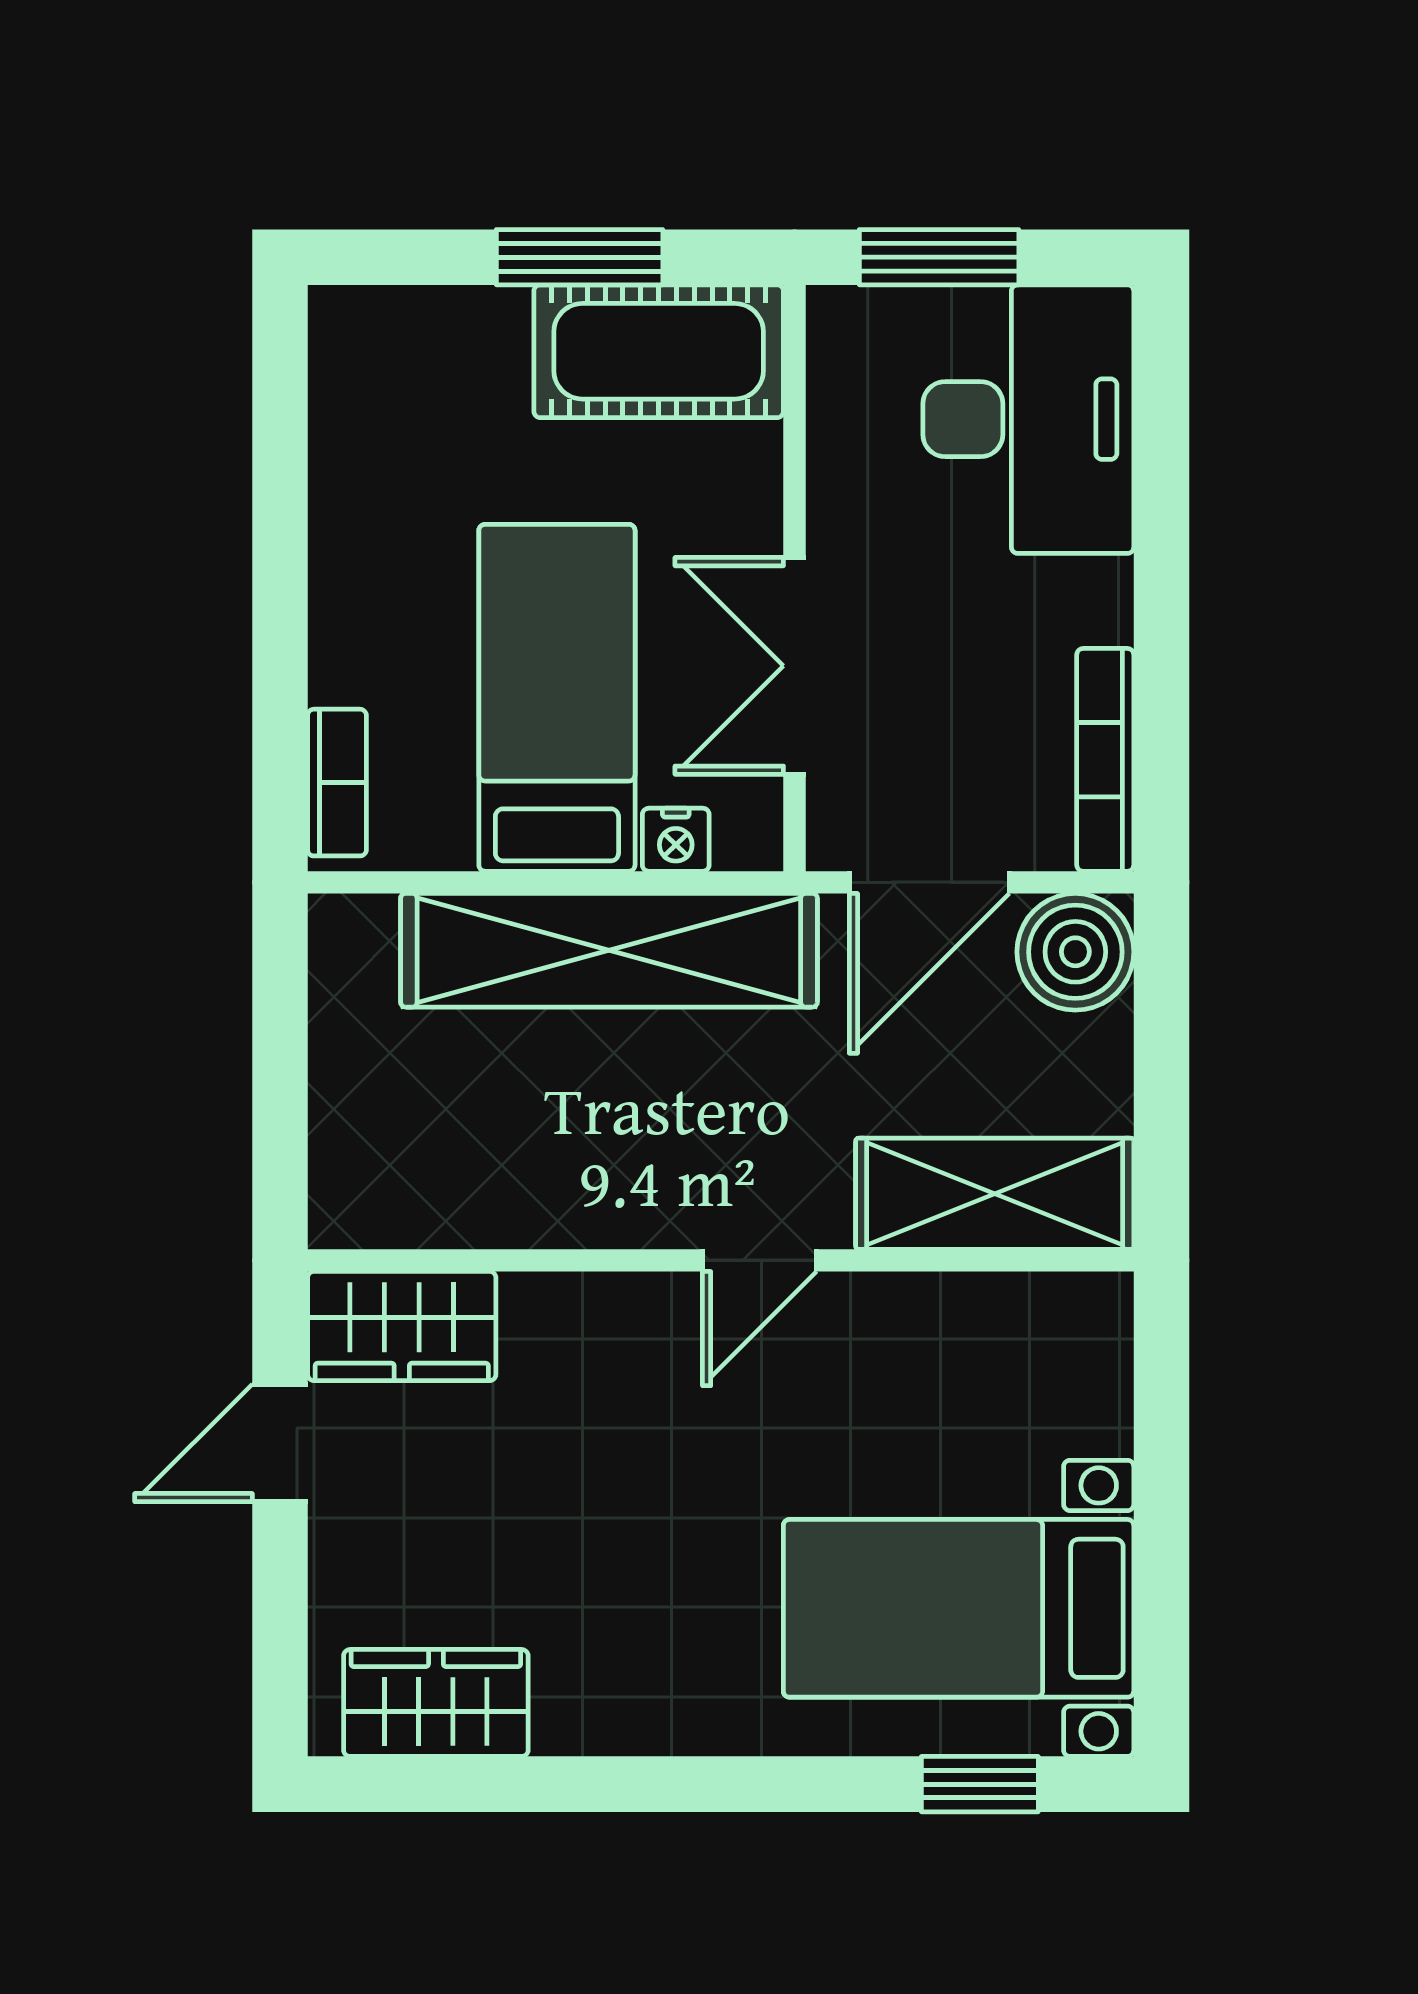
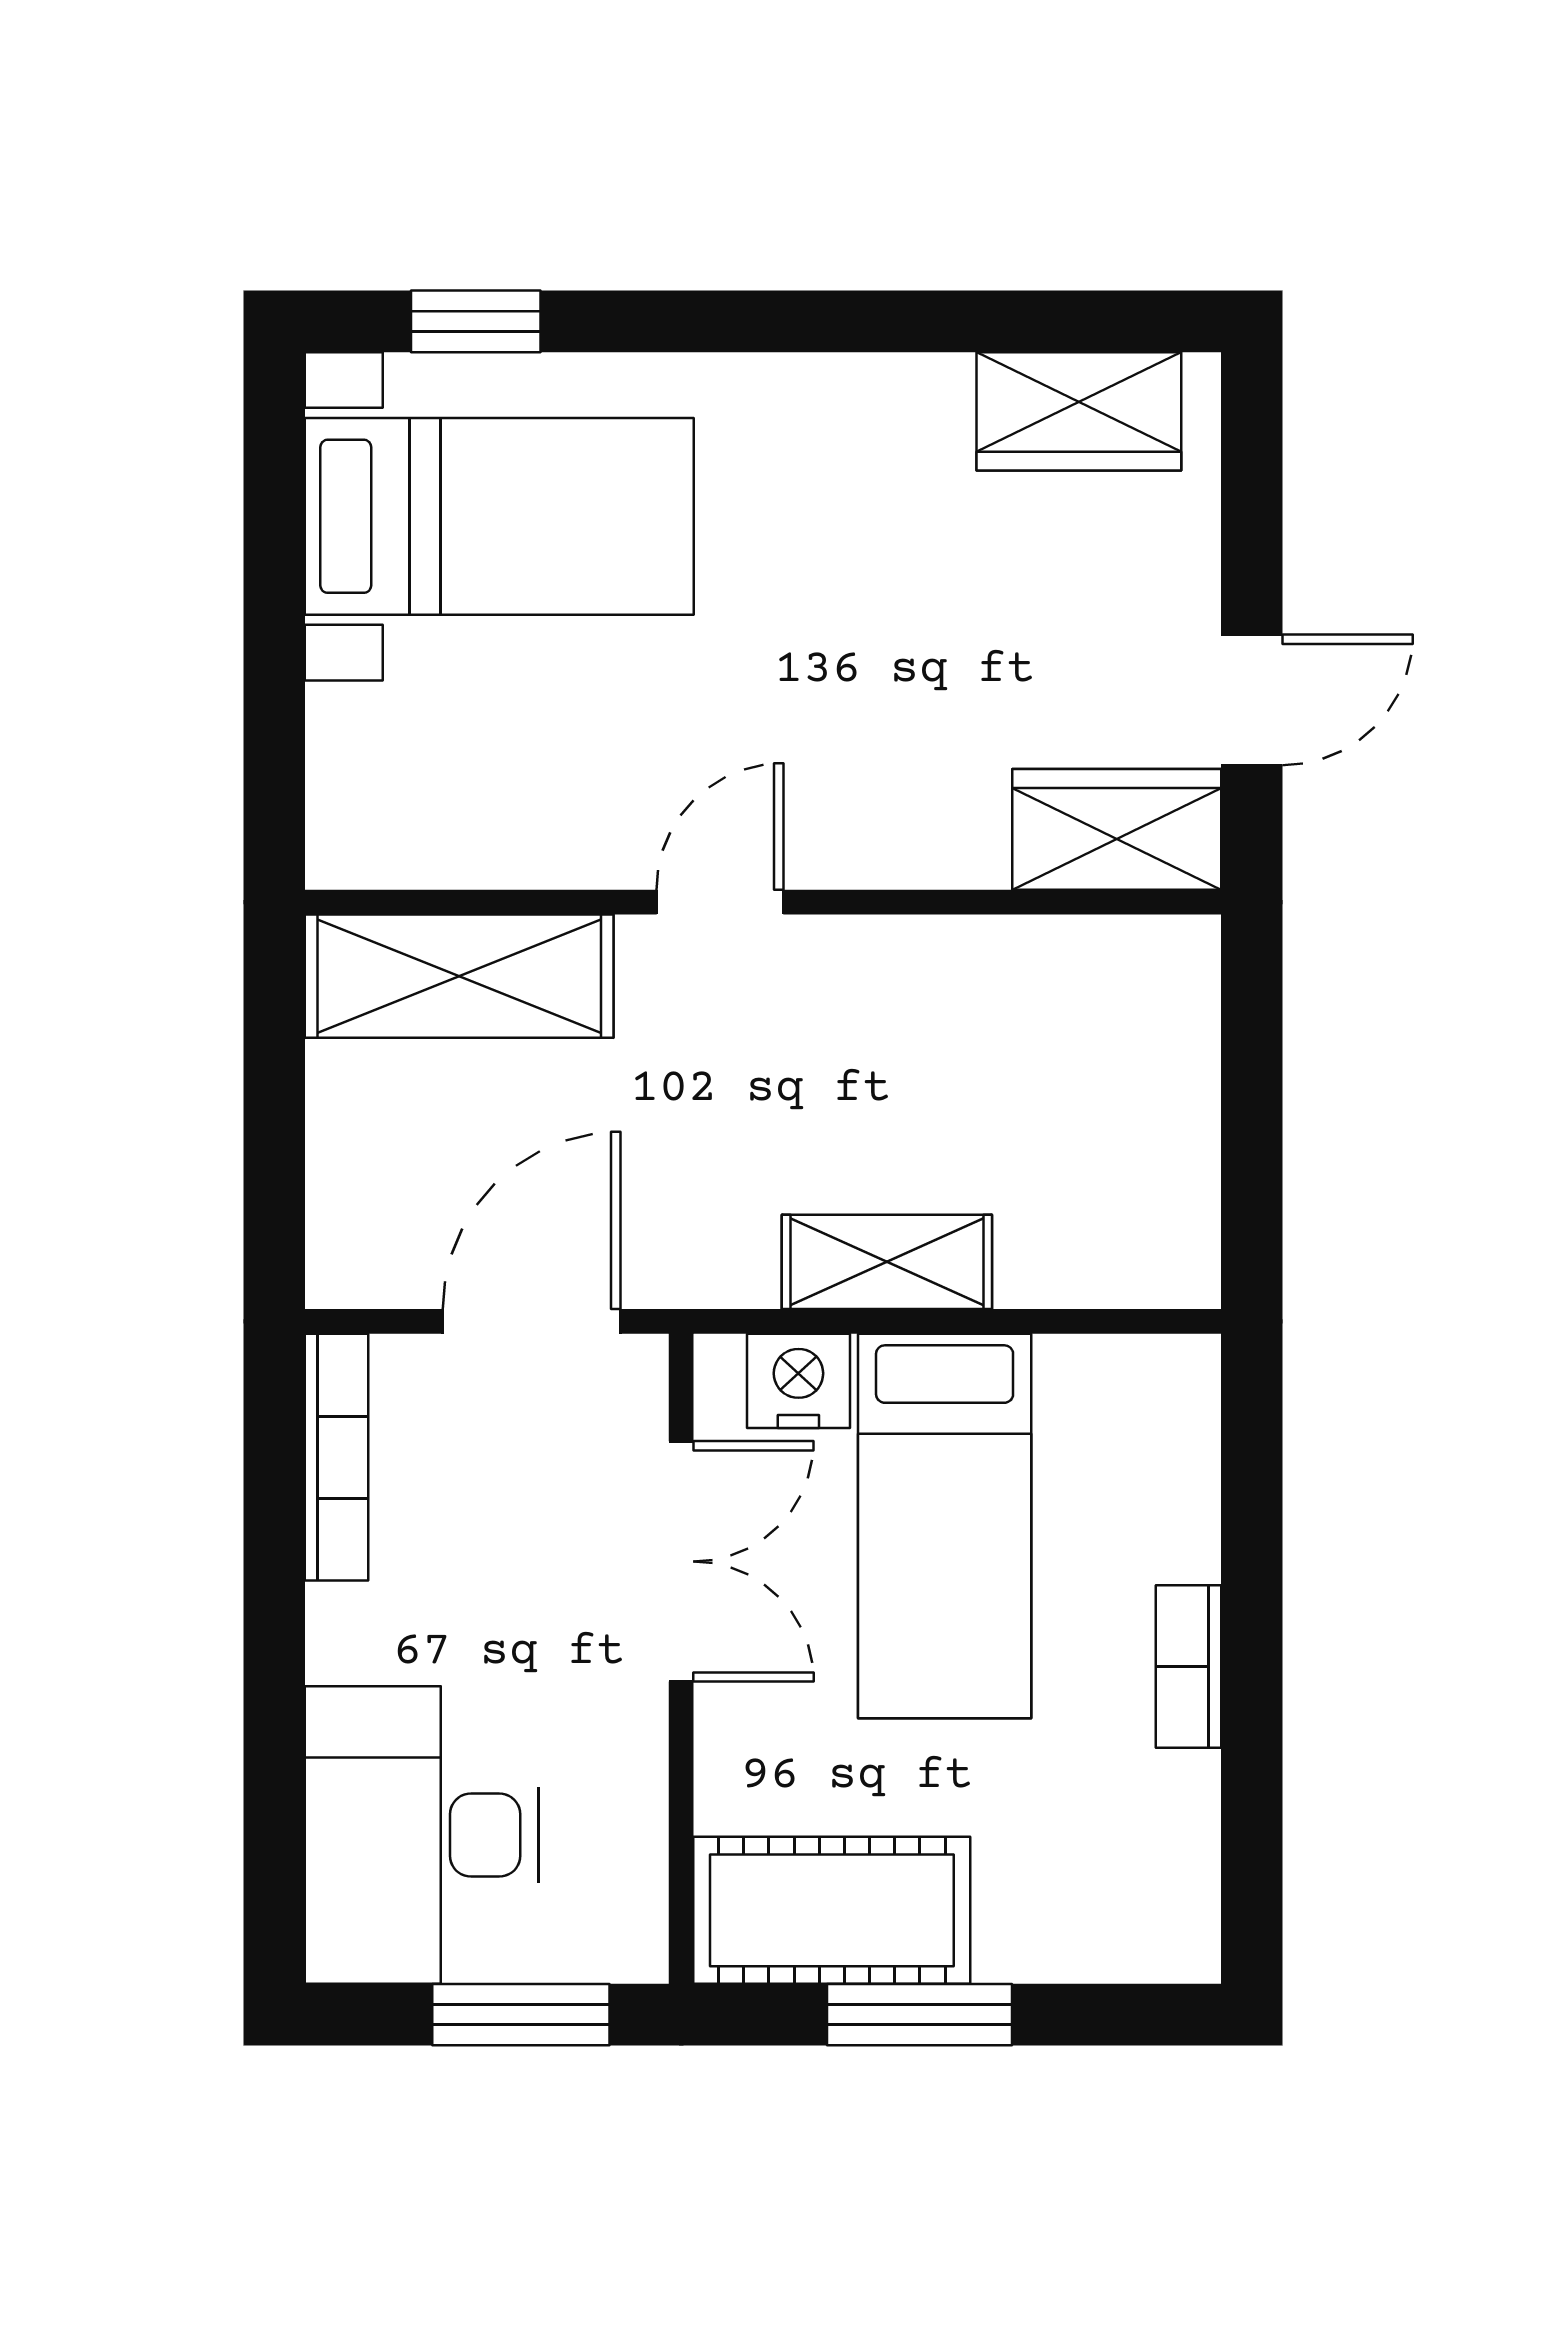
bookcase: (337, 783) -> (1189, 1666), moved
nightstand: (676, 840) -> (798, 1381), width x1.39, depth x1.35
shelving: (609, 950) -> (887, 1262), width x0.45, depth x0.75
boiler: (1075, 952) -> (370, 1244), removed

